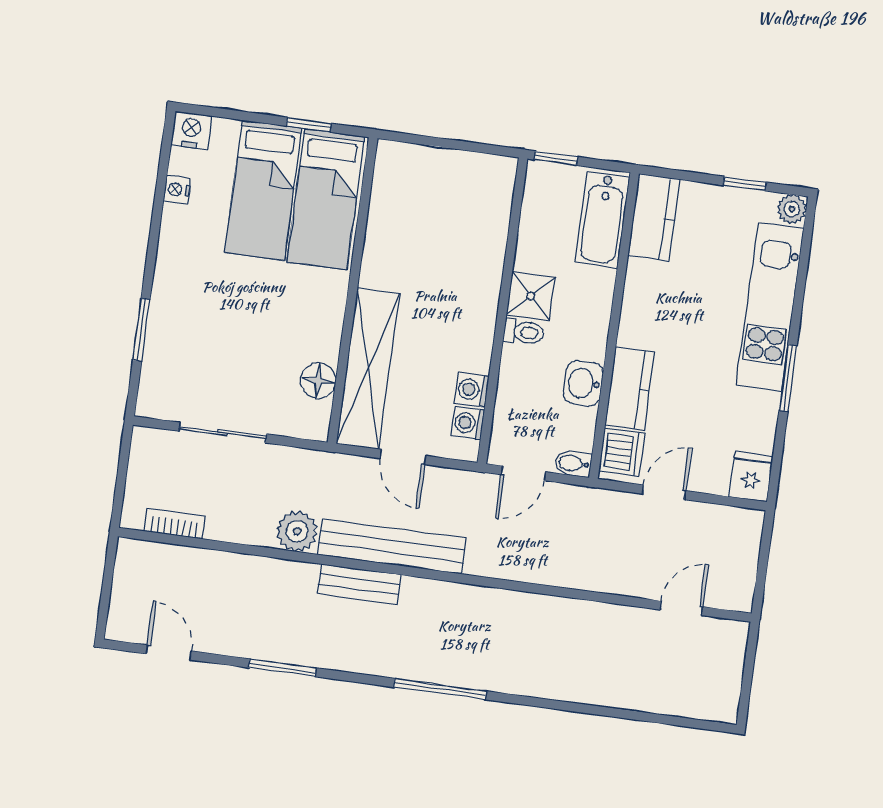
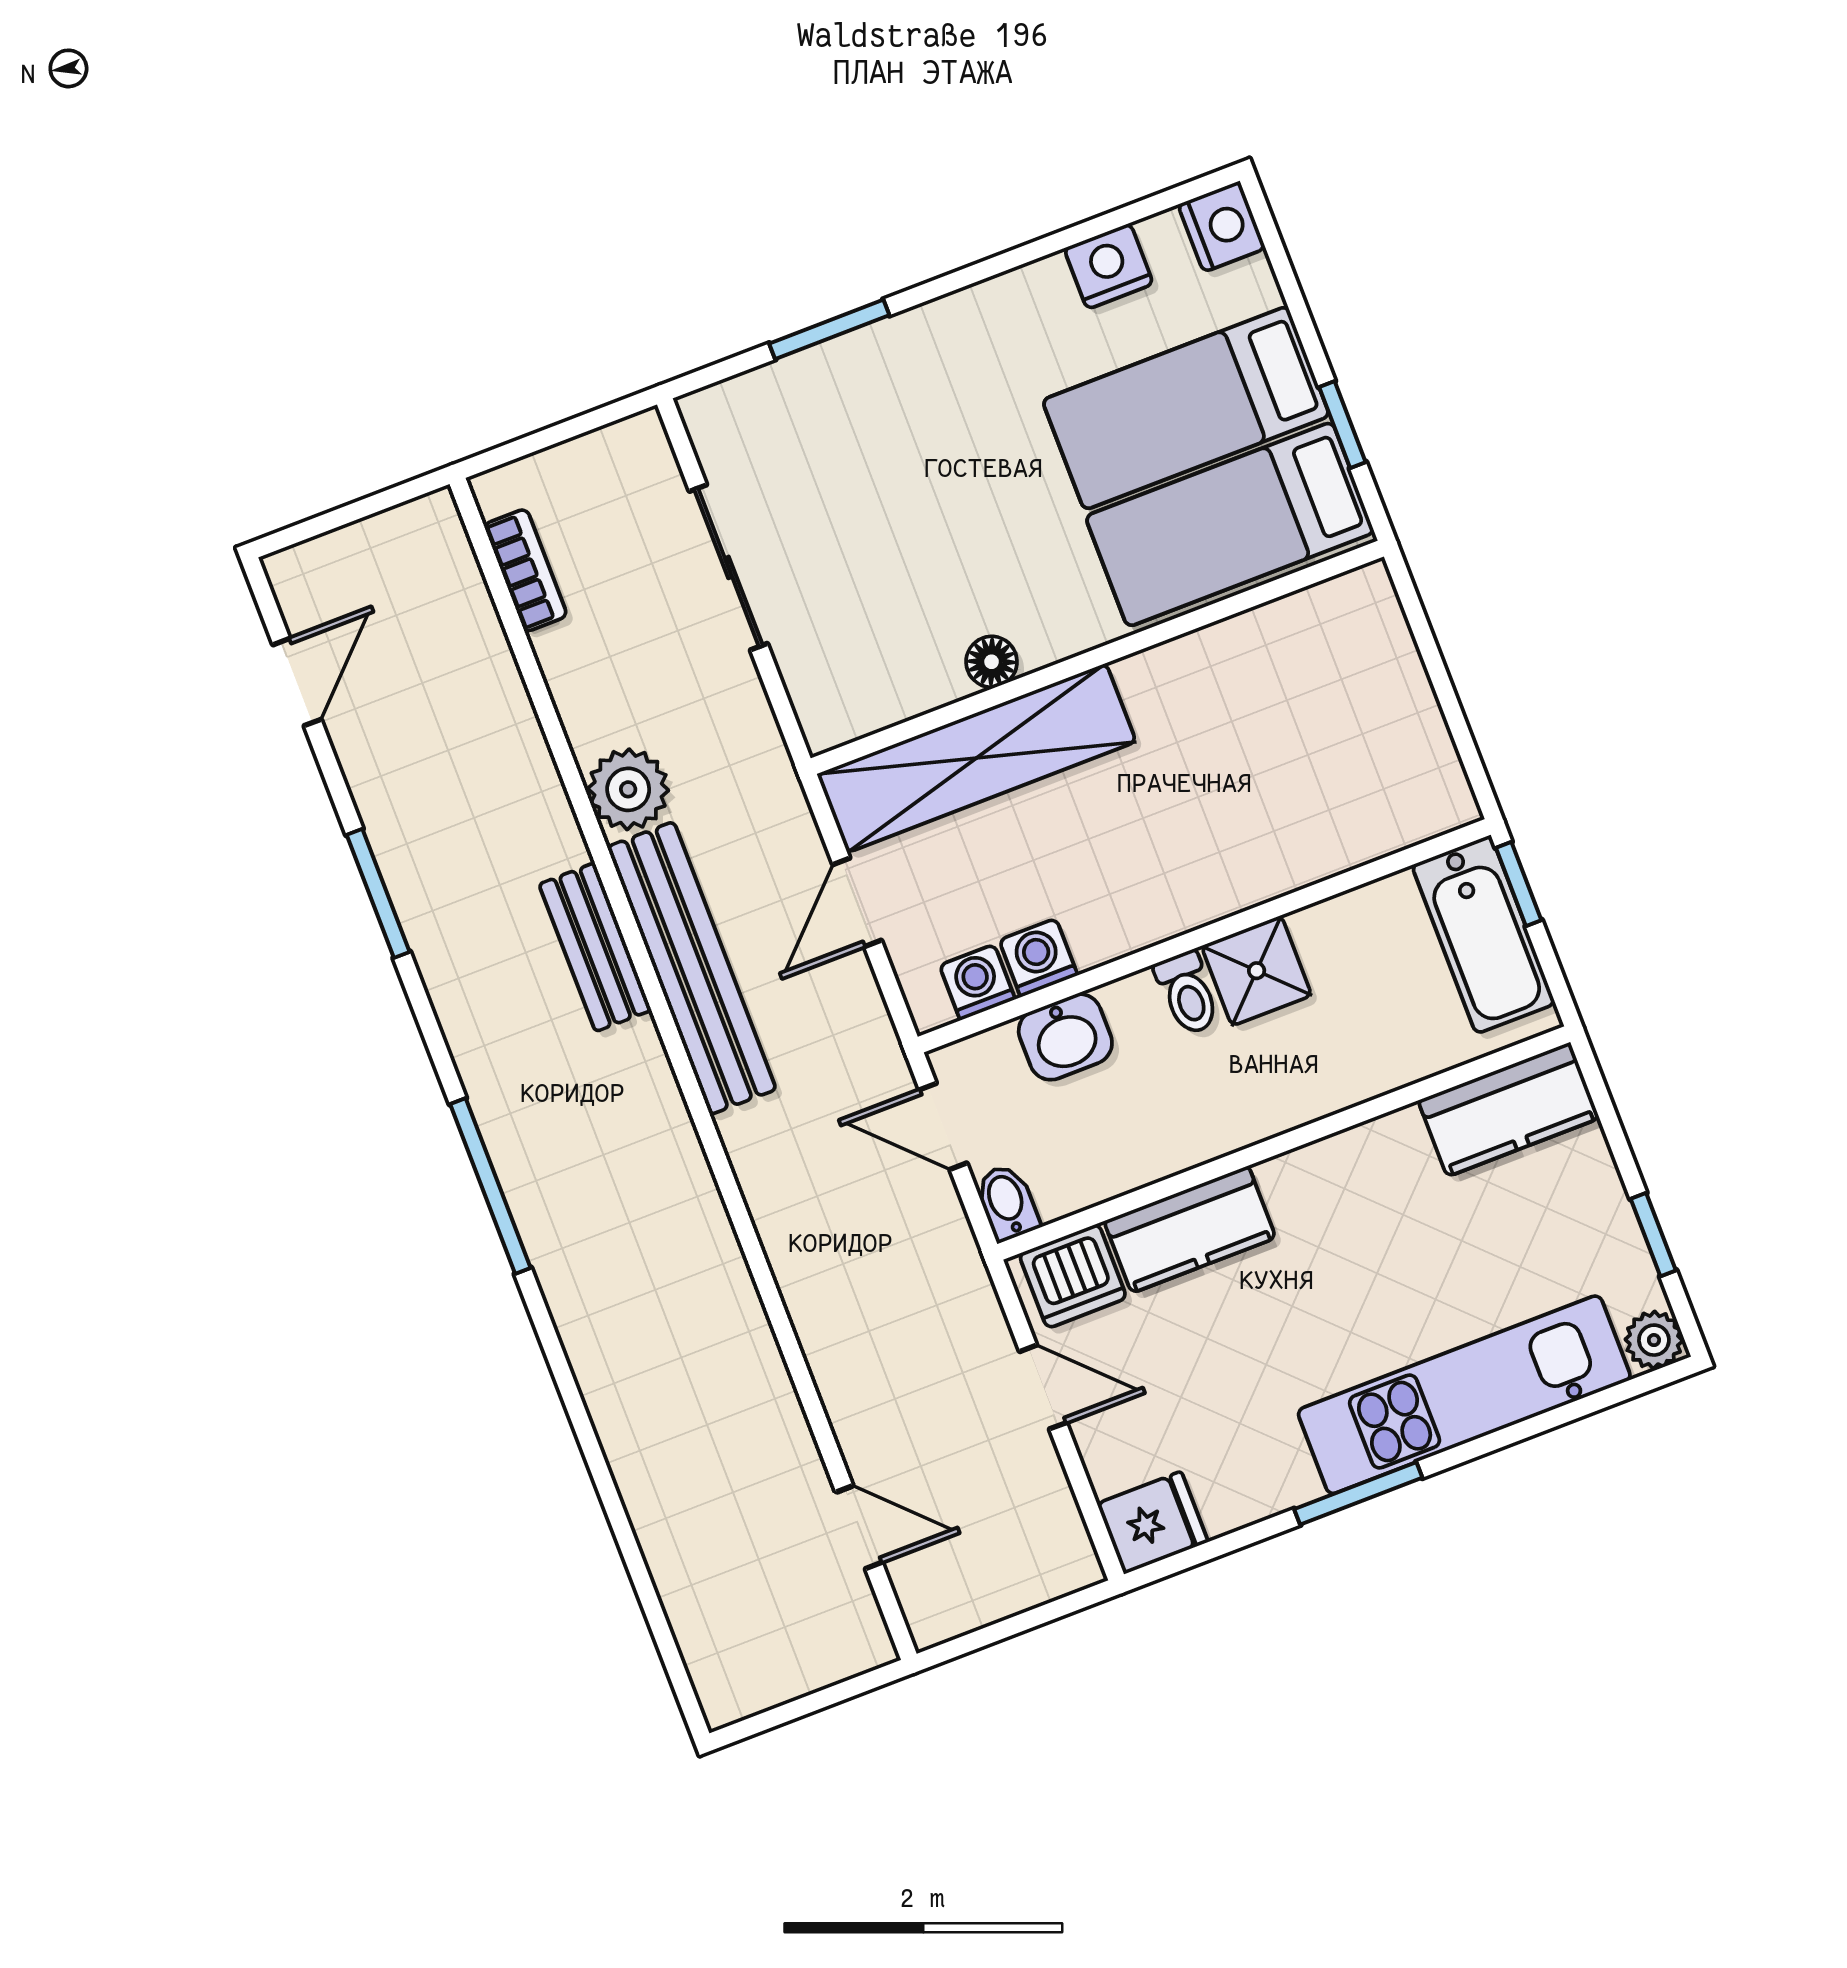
nightstand: (177, 190) -> (1109, 266), width x1.39, depth x1.35
bathtub: (602, 220) -> (1483, 934), moved, turned -90
floor lamp: (318, 381) -> (992, 662), moved, width x0.73, depth x0.73
washbasin: (583, 383) -> (1065, 1037), moved, turned 180

